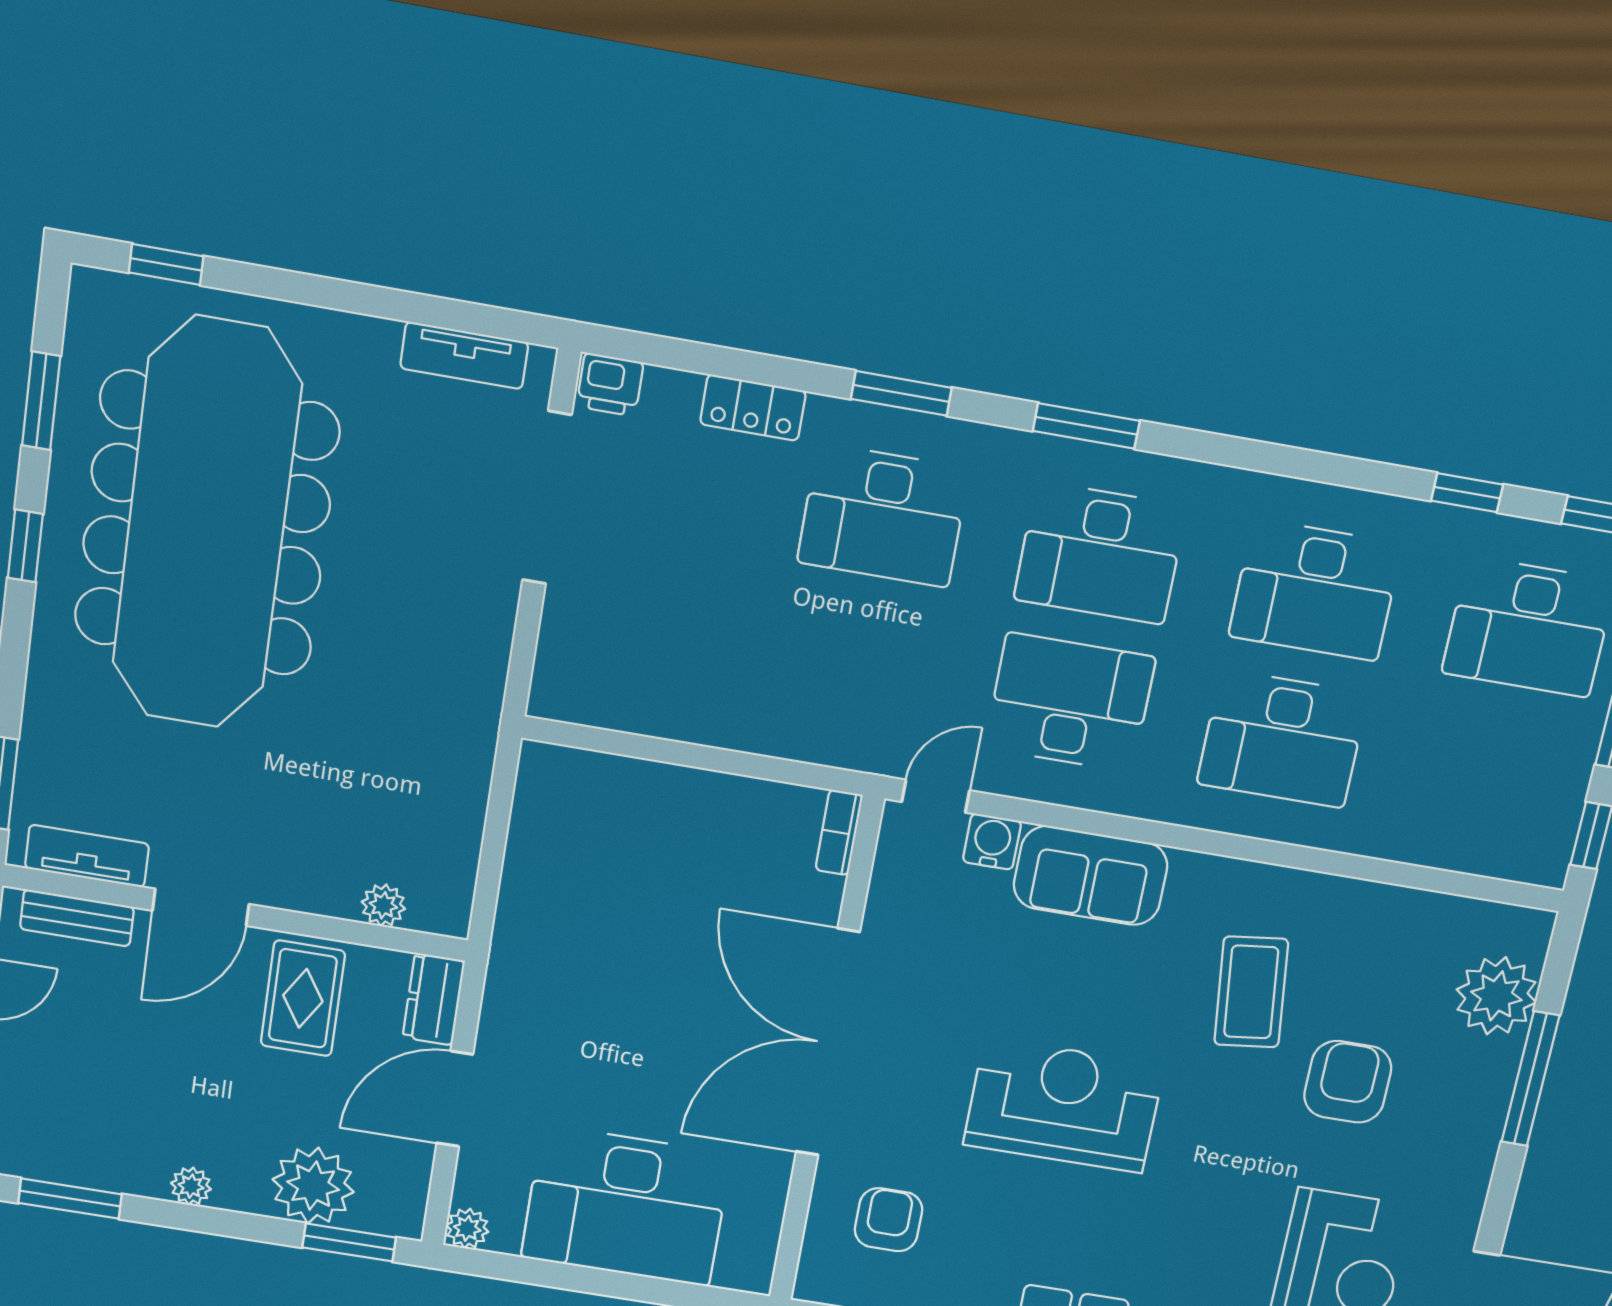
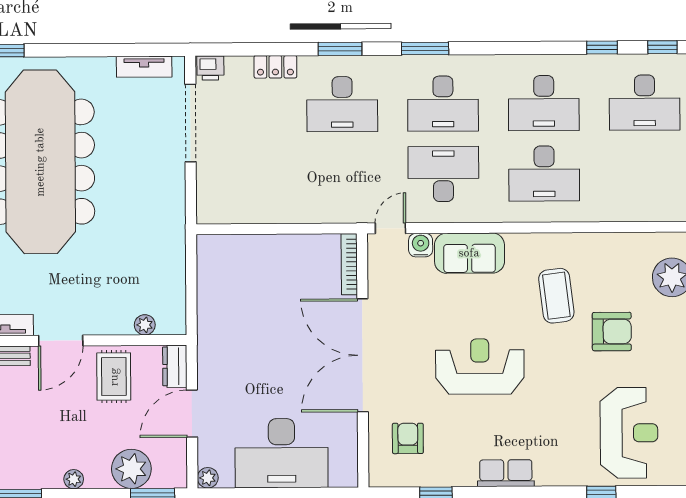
bookcase: (839, 832) -> (349, 264), width x1.56
armchair: (1348, 1082) -> (612, 332), turned 90

